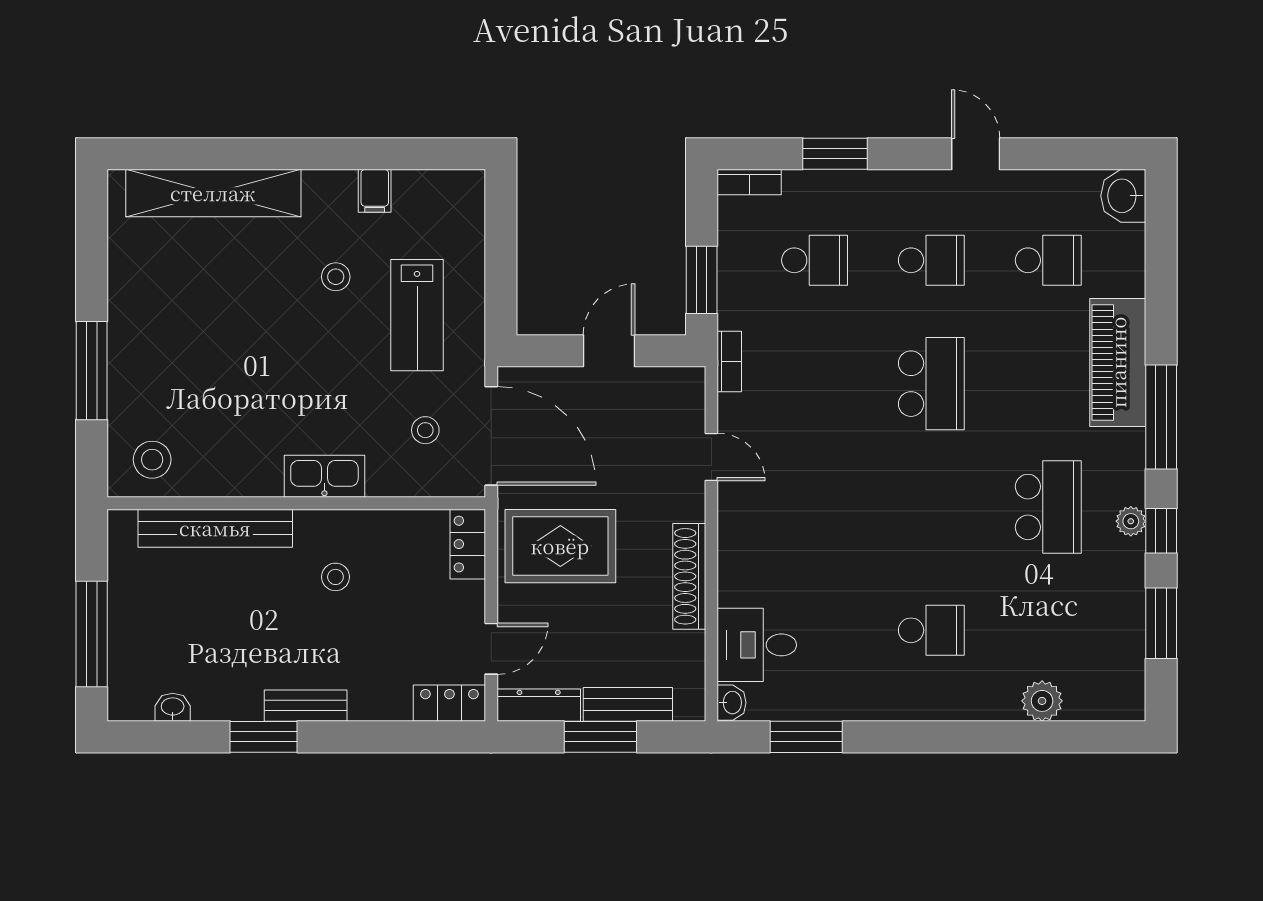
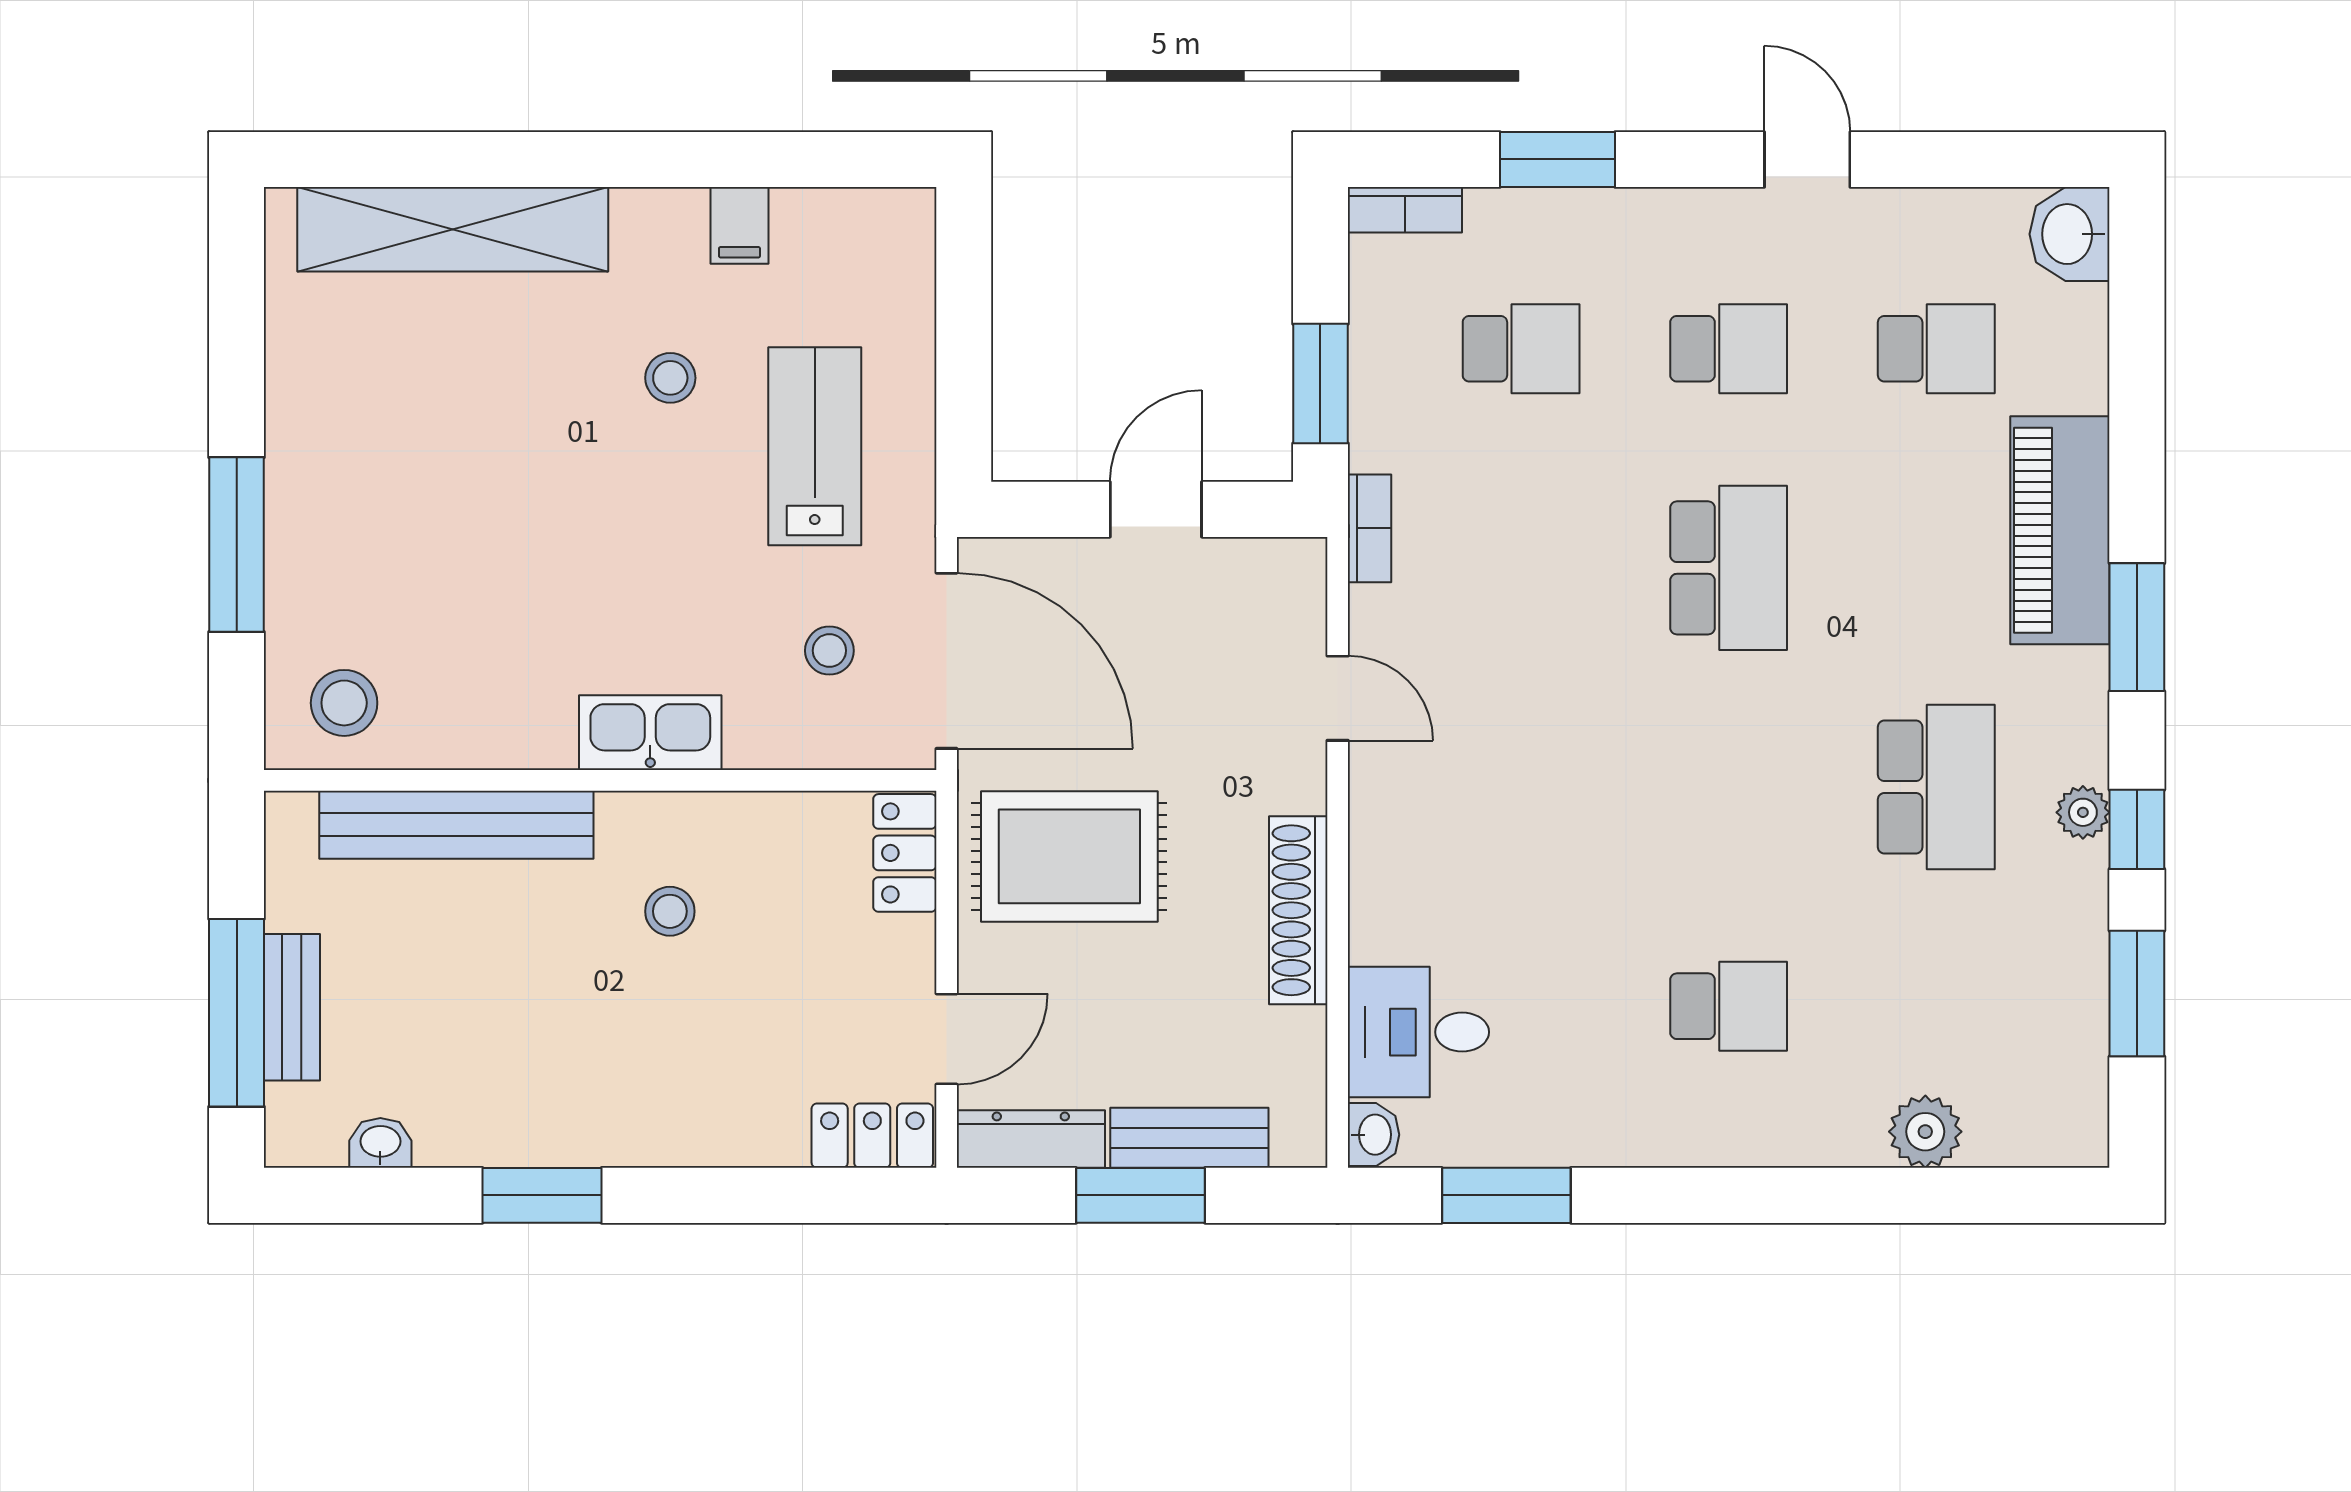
lab bench: (417, 315) -> (815, 446), turned 180
window: (1161, 417) -> (2137, 627), width x0.69
bench: (306, 706) -> (292, 1007), moved, turned 90

